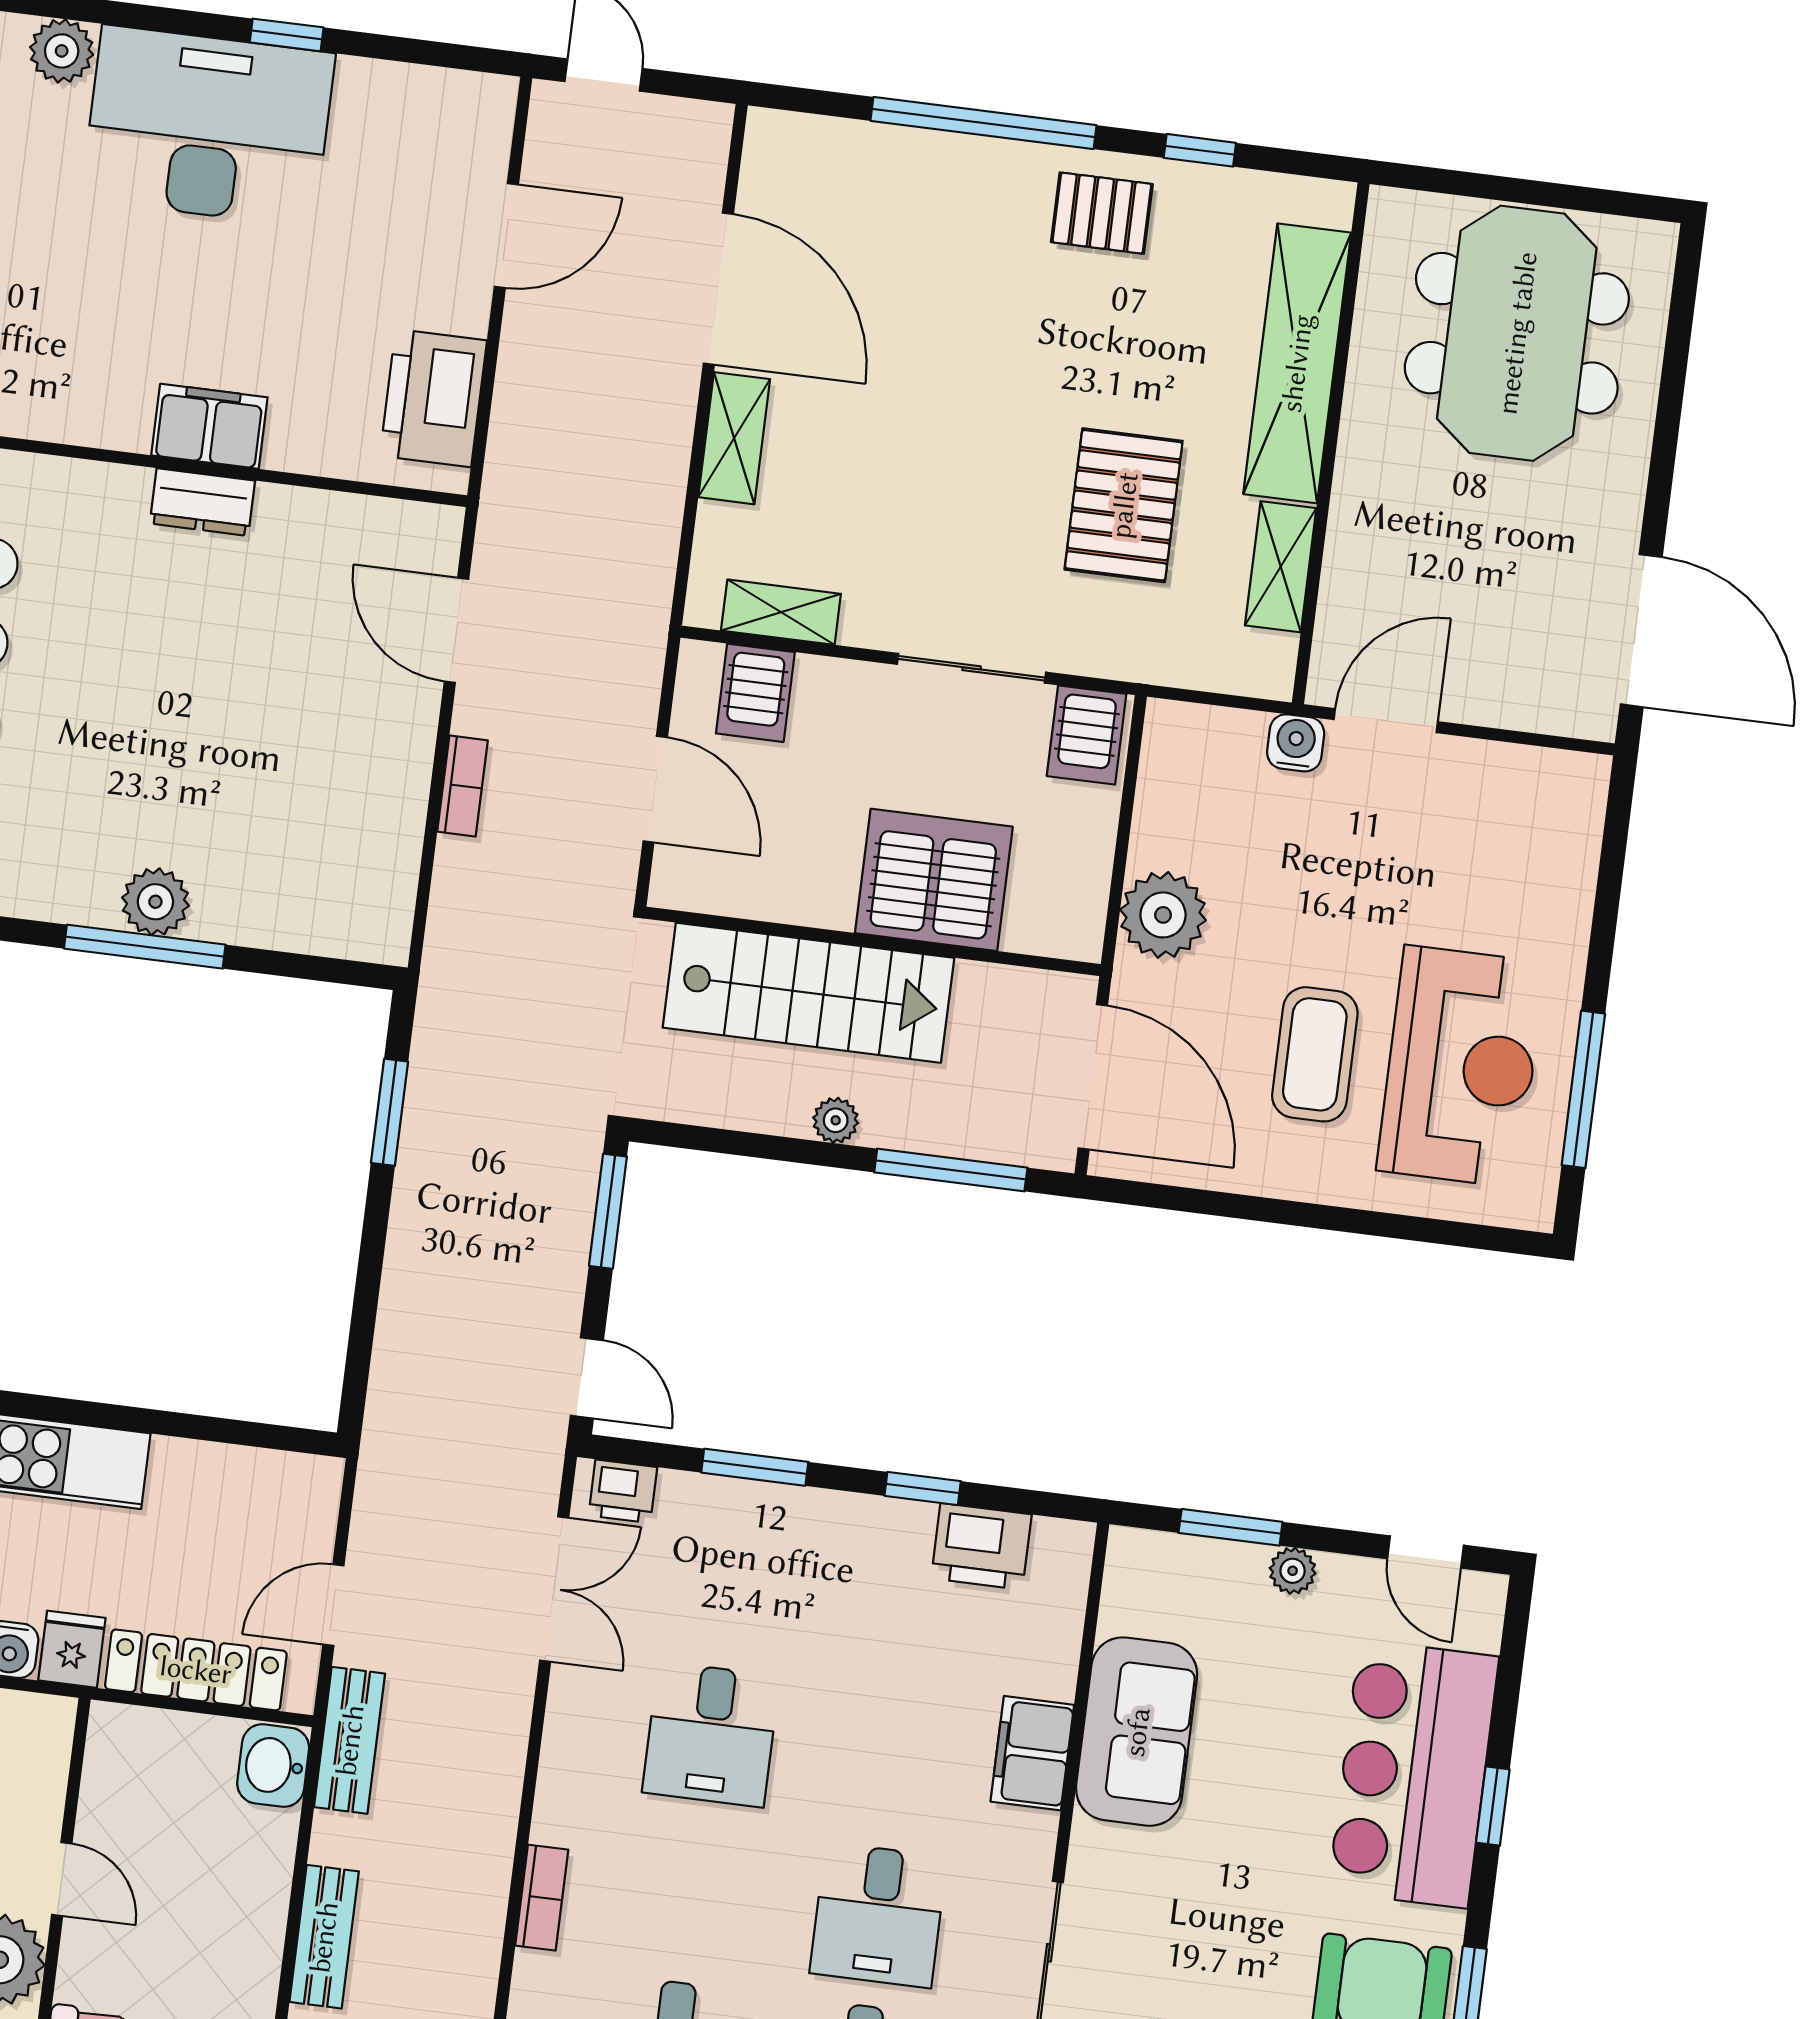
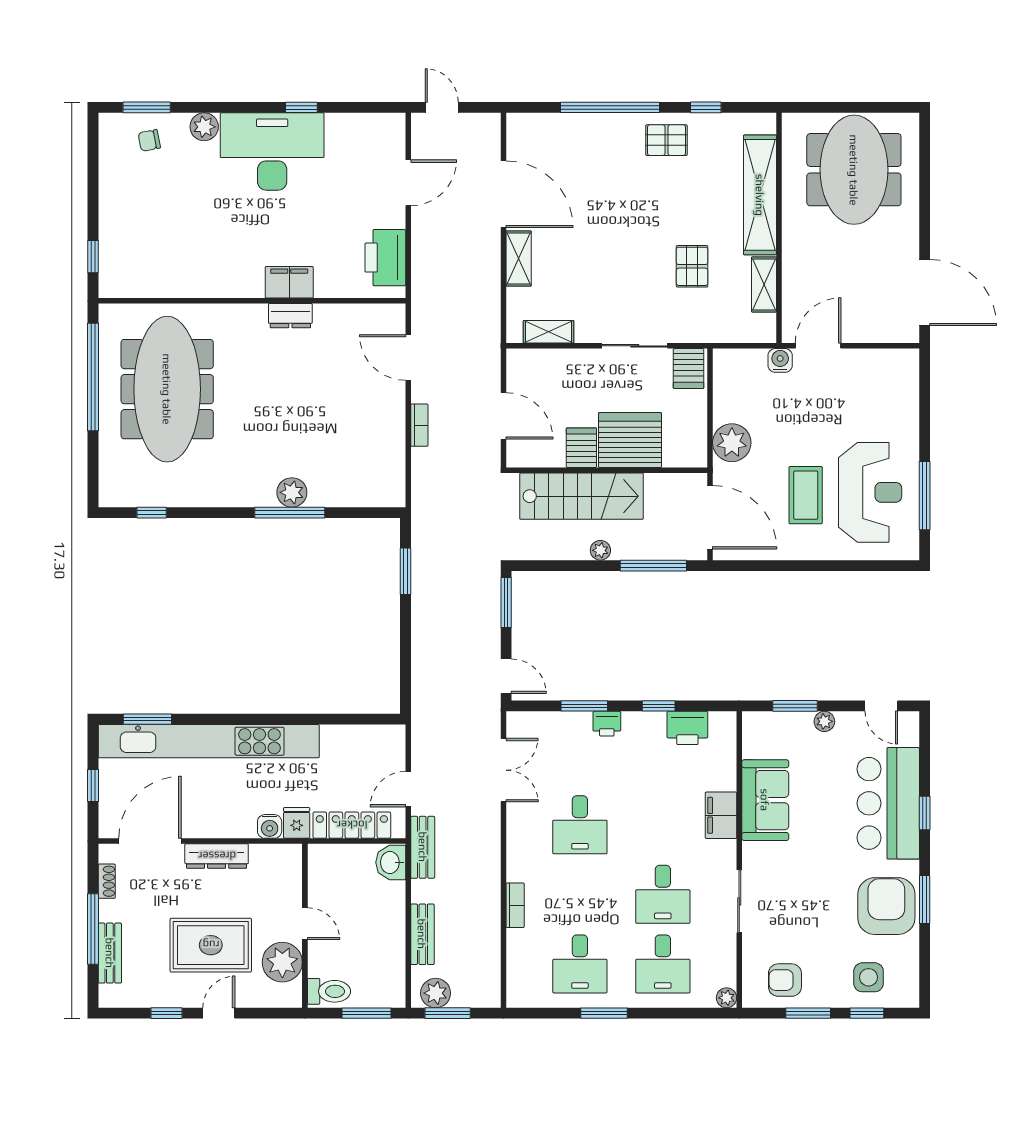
pallet: (1124, 505) -> (692, 266), width x0.67, depth x0.71
server rack: (755, 693) -> (581, 448), moved, turned 180
printer: (623, 1491) -> (607, 724), moved

